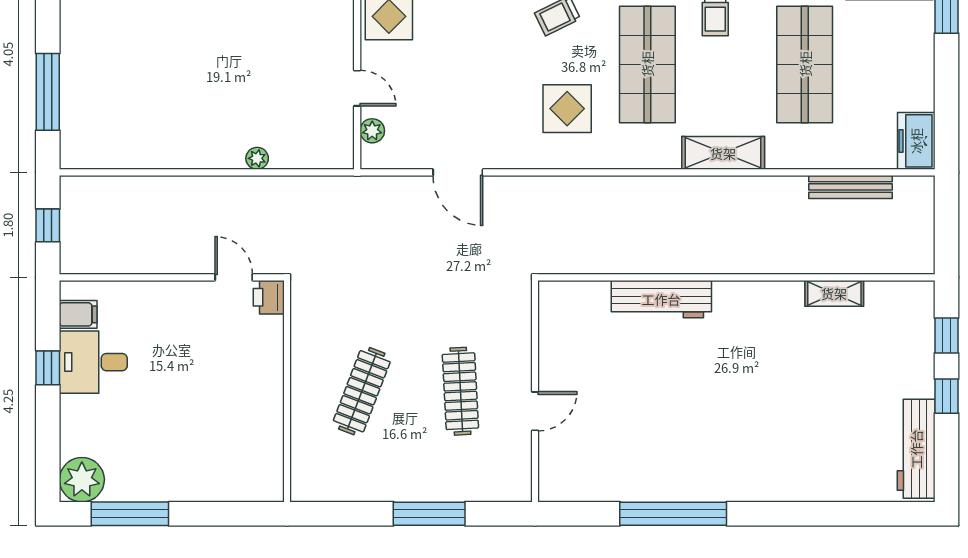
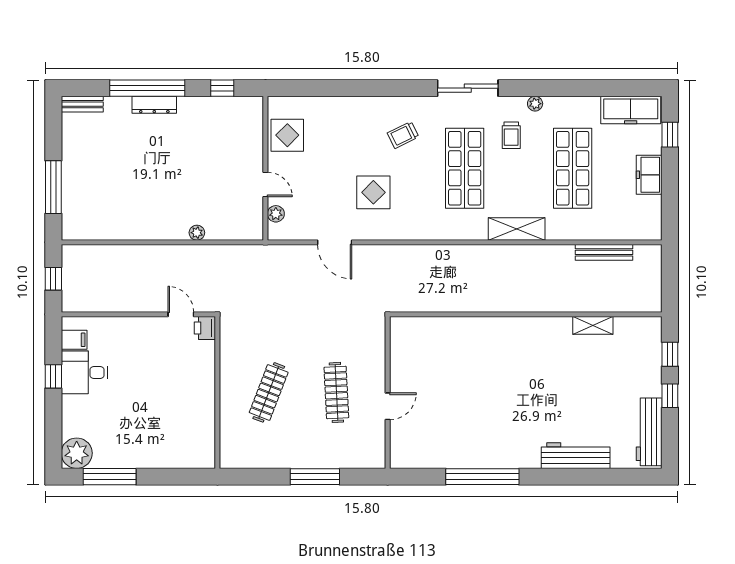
display table: (567, 109) -> (373, 192), moved
freezer: (916, 141) -> (649, 175), moved
workbench: (661, 299) -> (576, 456), moved, turned 180

